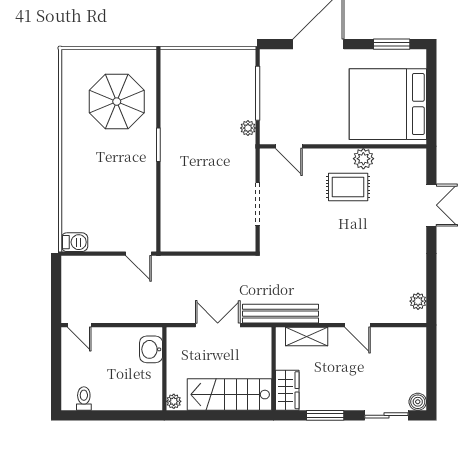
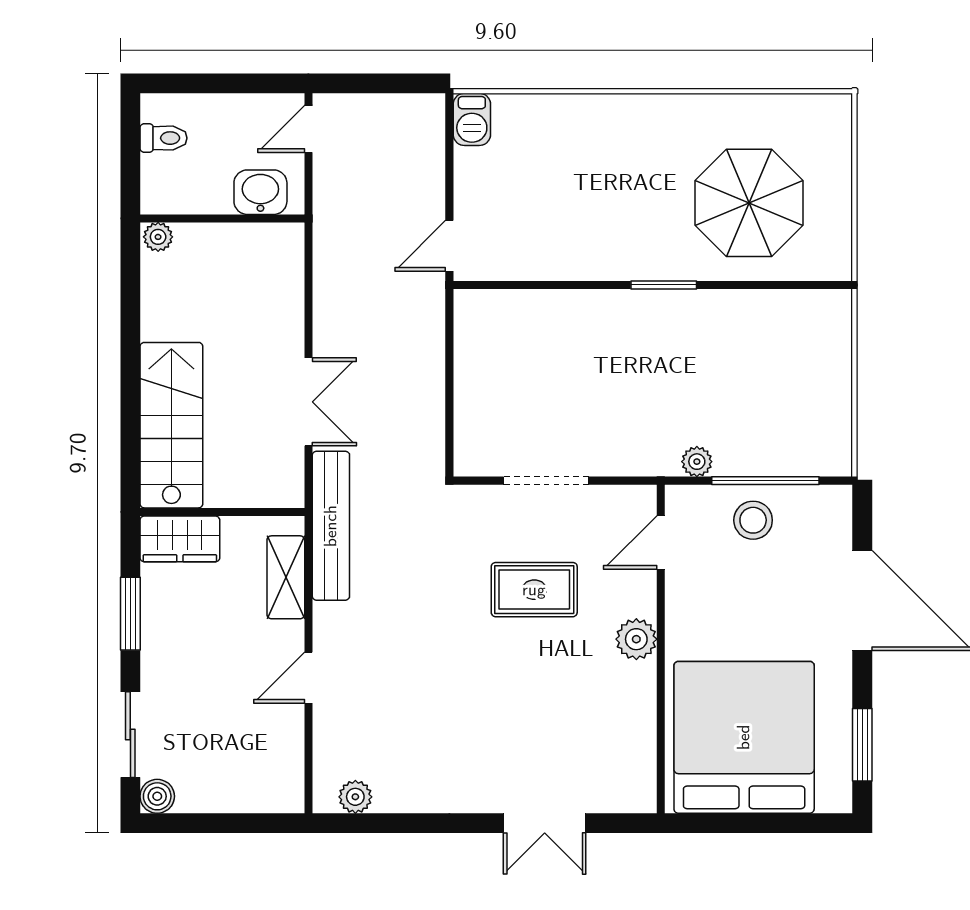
stool: (278, 100) -> (753, 520), added
plant: (363, 159) -> (636, 639), moved
rug: (348, 187) -> (534, 590), moved, turned 90
washbasin: (151, 349) -> (260, 192), moved
wall: (164, 369) -> (222, 218), moved
plant: (174, 401) -> (158, 237), moved

